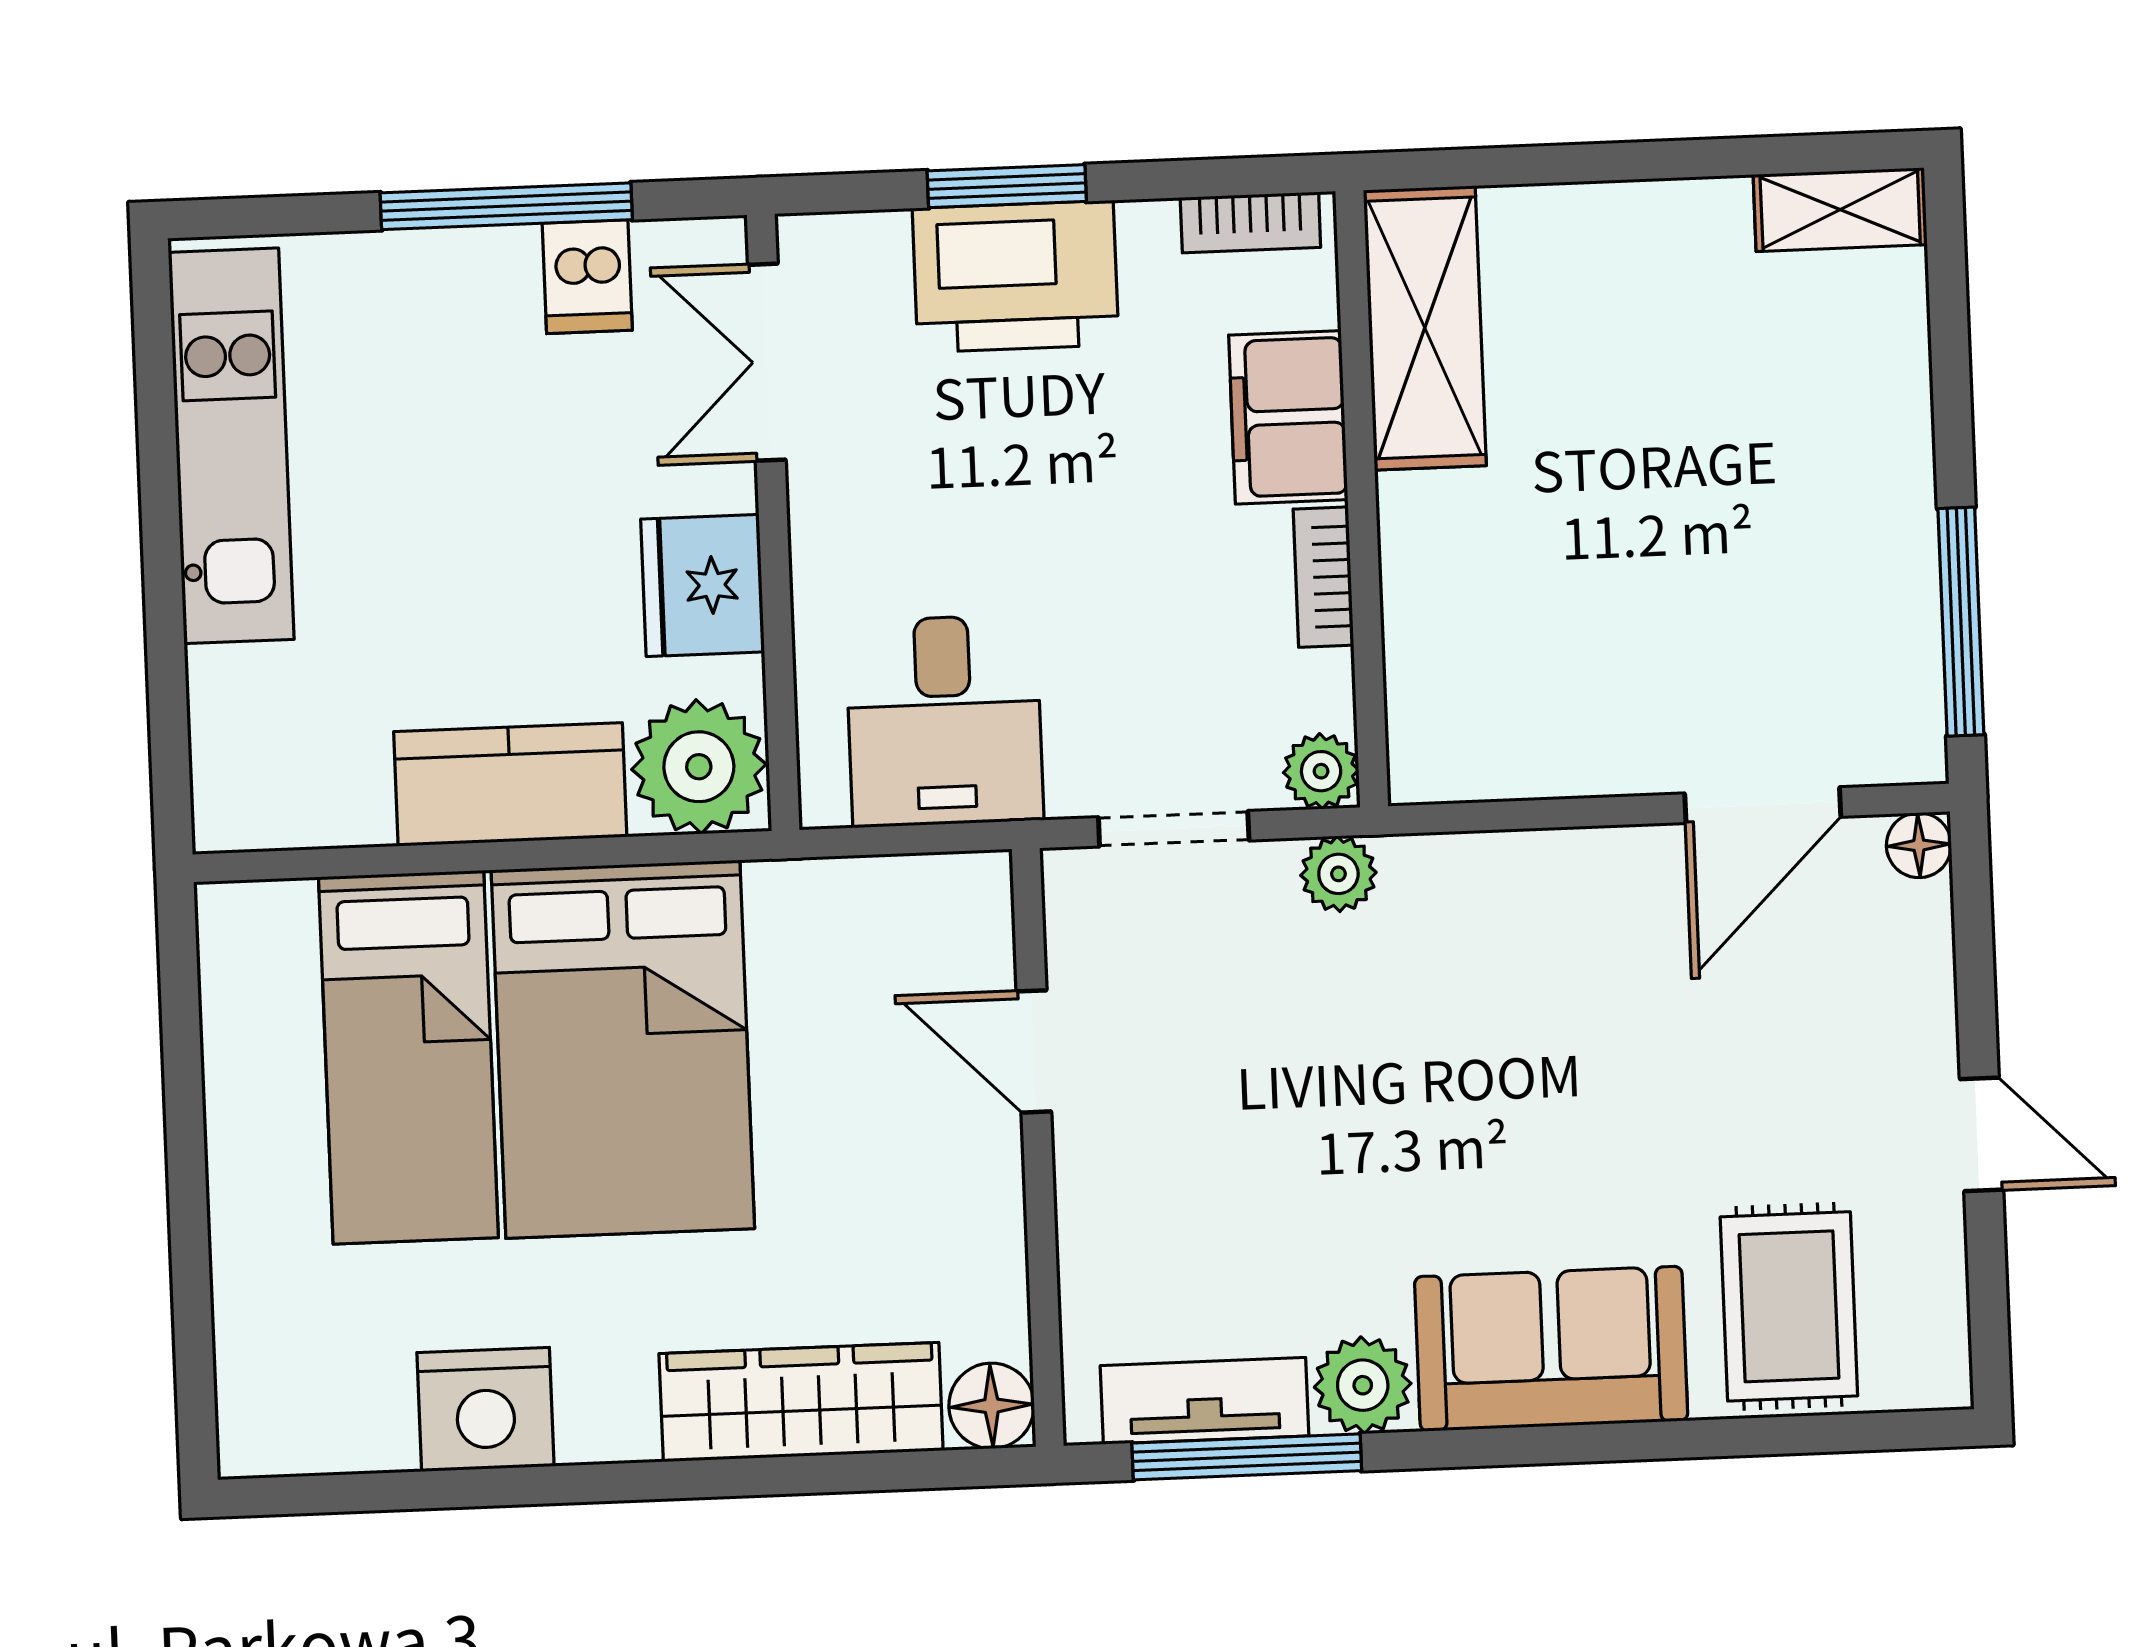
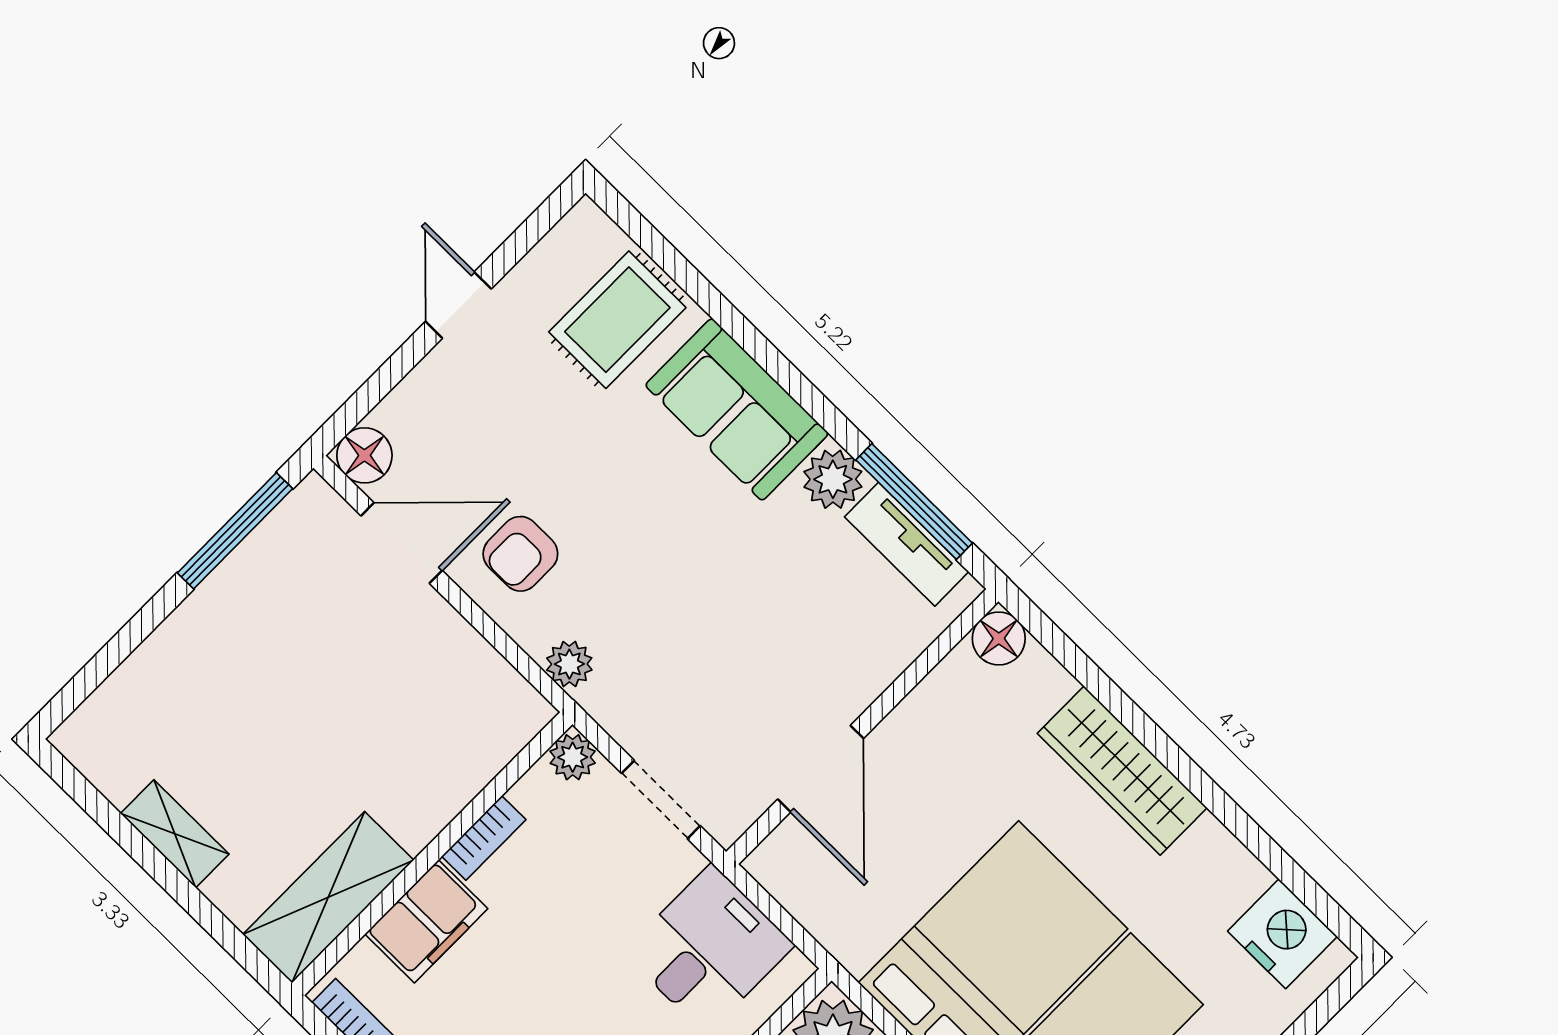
shelving: (1840, 210) -> (175, 834), moved
floor lamp: (1919, 845) -> (364, 455), width x1.37, depth x1.37
plant: (1338, 874) -> (569, 664), moved
armchair: (1619, 934) -> (520, 554), added
door: (1034, 1051) -> (821, 769), width x1.38
wardrobe: (801, 1402) -> (1122, 771), moved
nightstand: (486, 1409) -> (1282, 934), moved

